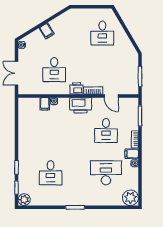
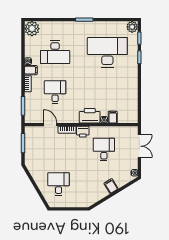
printer: (81, 105) -> (90, 116), moved
desk: (51, 173) -> (107, 52), width x1.87, depth x1.30

